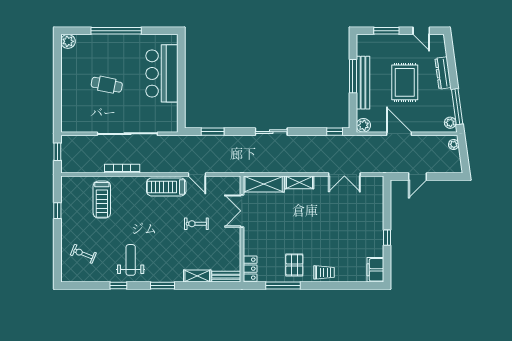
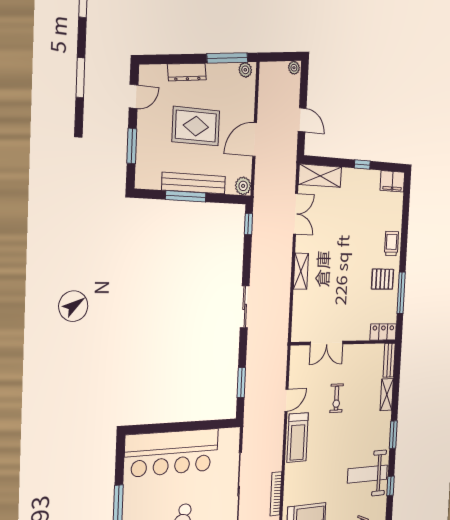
bar counter: (162, 73) -> (172, 453), width x1.36
plant: (454, 144) -> (294, 68), moved
shelving: (264, 184) -> (320, 176), moved, turned 90
weight bench: (131, 260) -> (367, 474), width x1.36, depth x1.33

